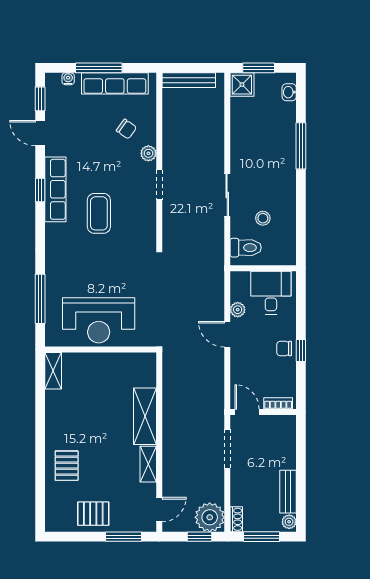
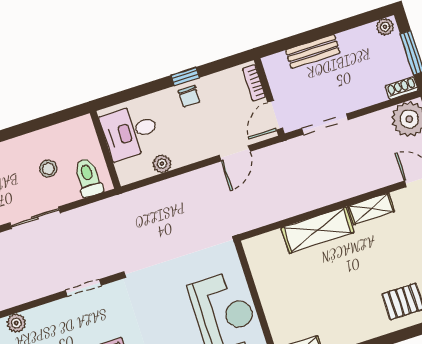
doorway: (159, 185) -> (83, 288), moved
door: (227, 334) -> (235, 153), moved
bench: (288, 492) -> (313, 51), moved

